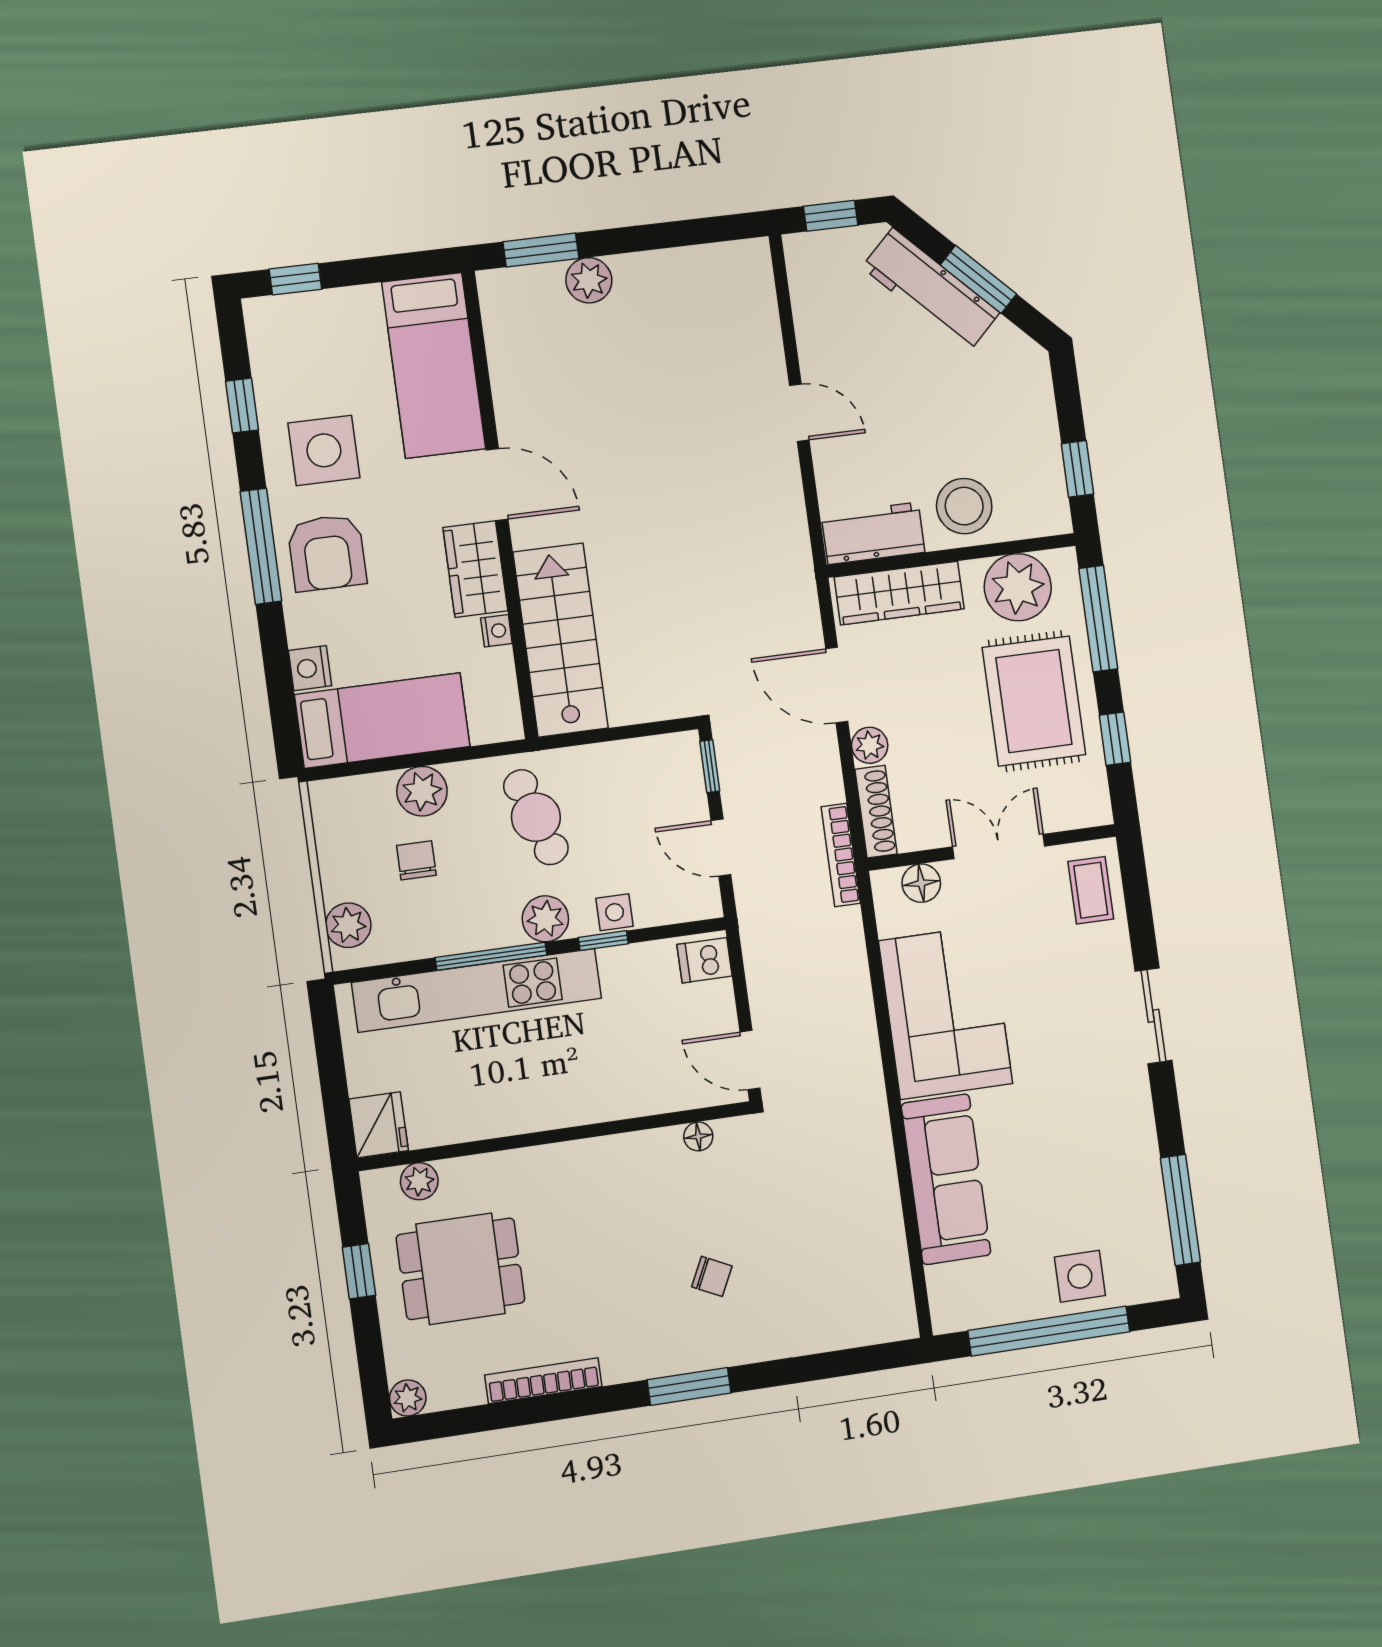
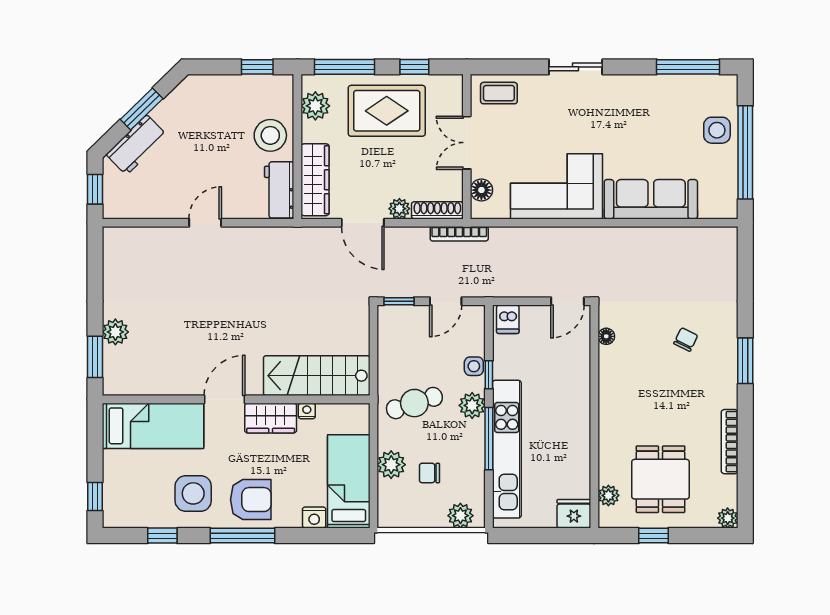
workbench: (931, 290) -> (137, 145), width x0.73
plant: (1018, 587) -> (315, 106), width x0.73, depth x0.73
door: (837, 685) -> (363, 223), hinge flipped

